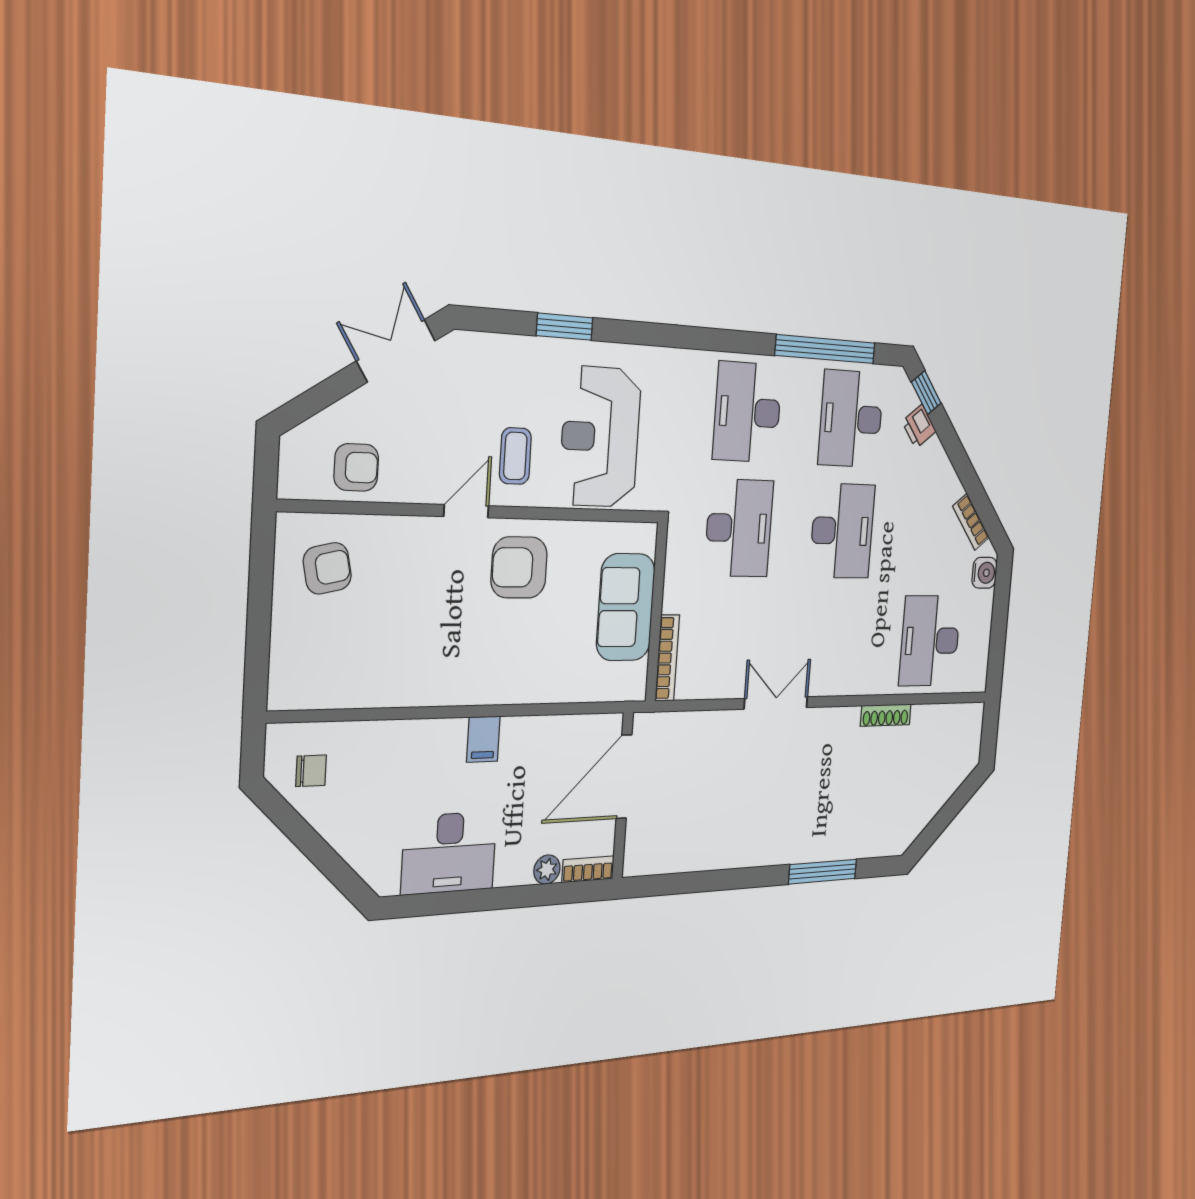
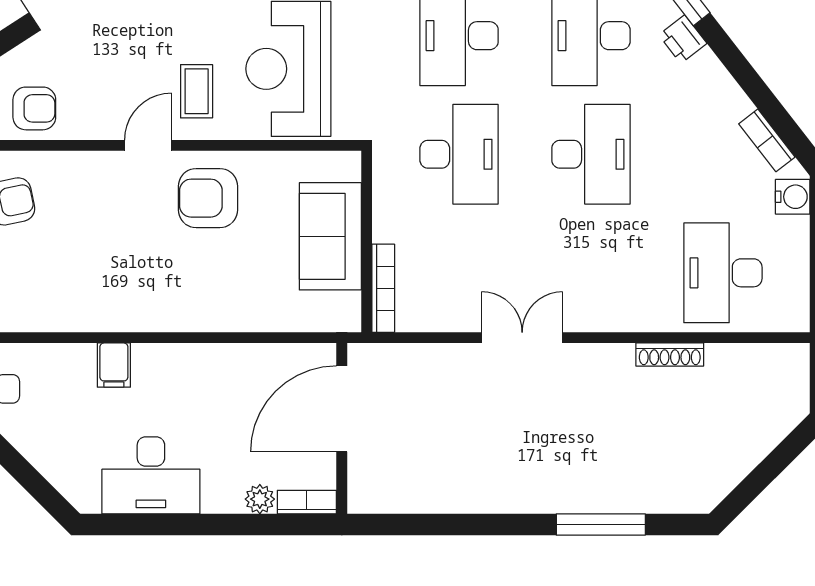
filing cabinet: (483, 739) -> (114, 365), moved

